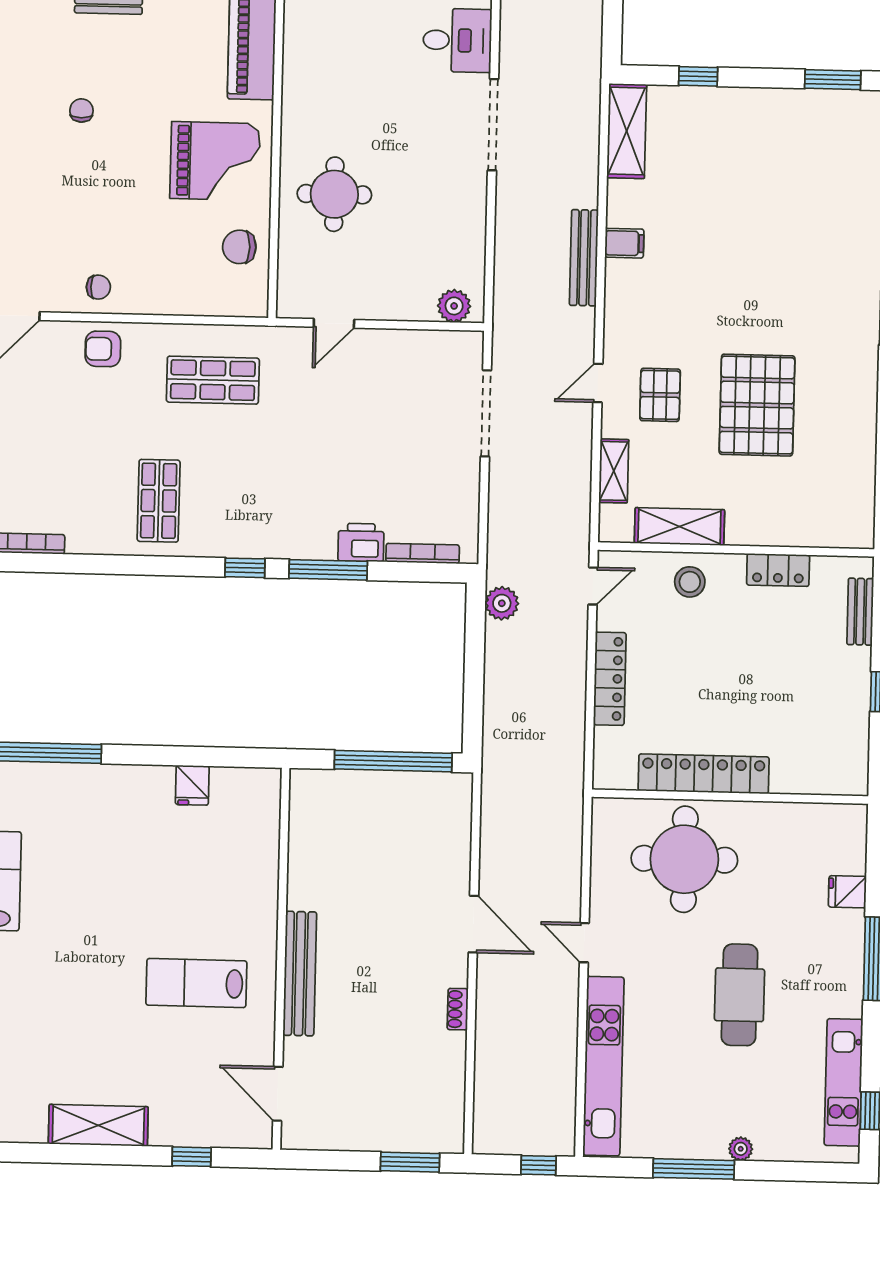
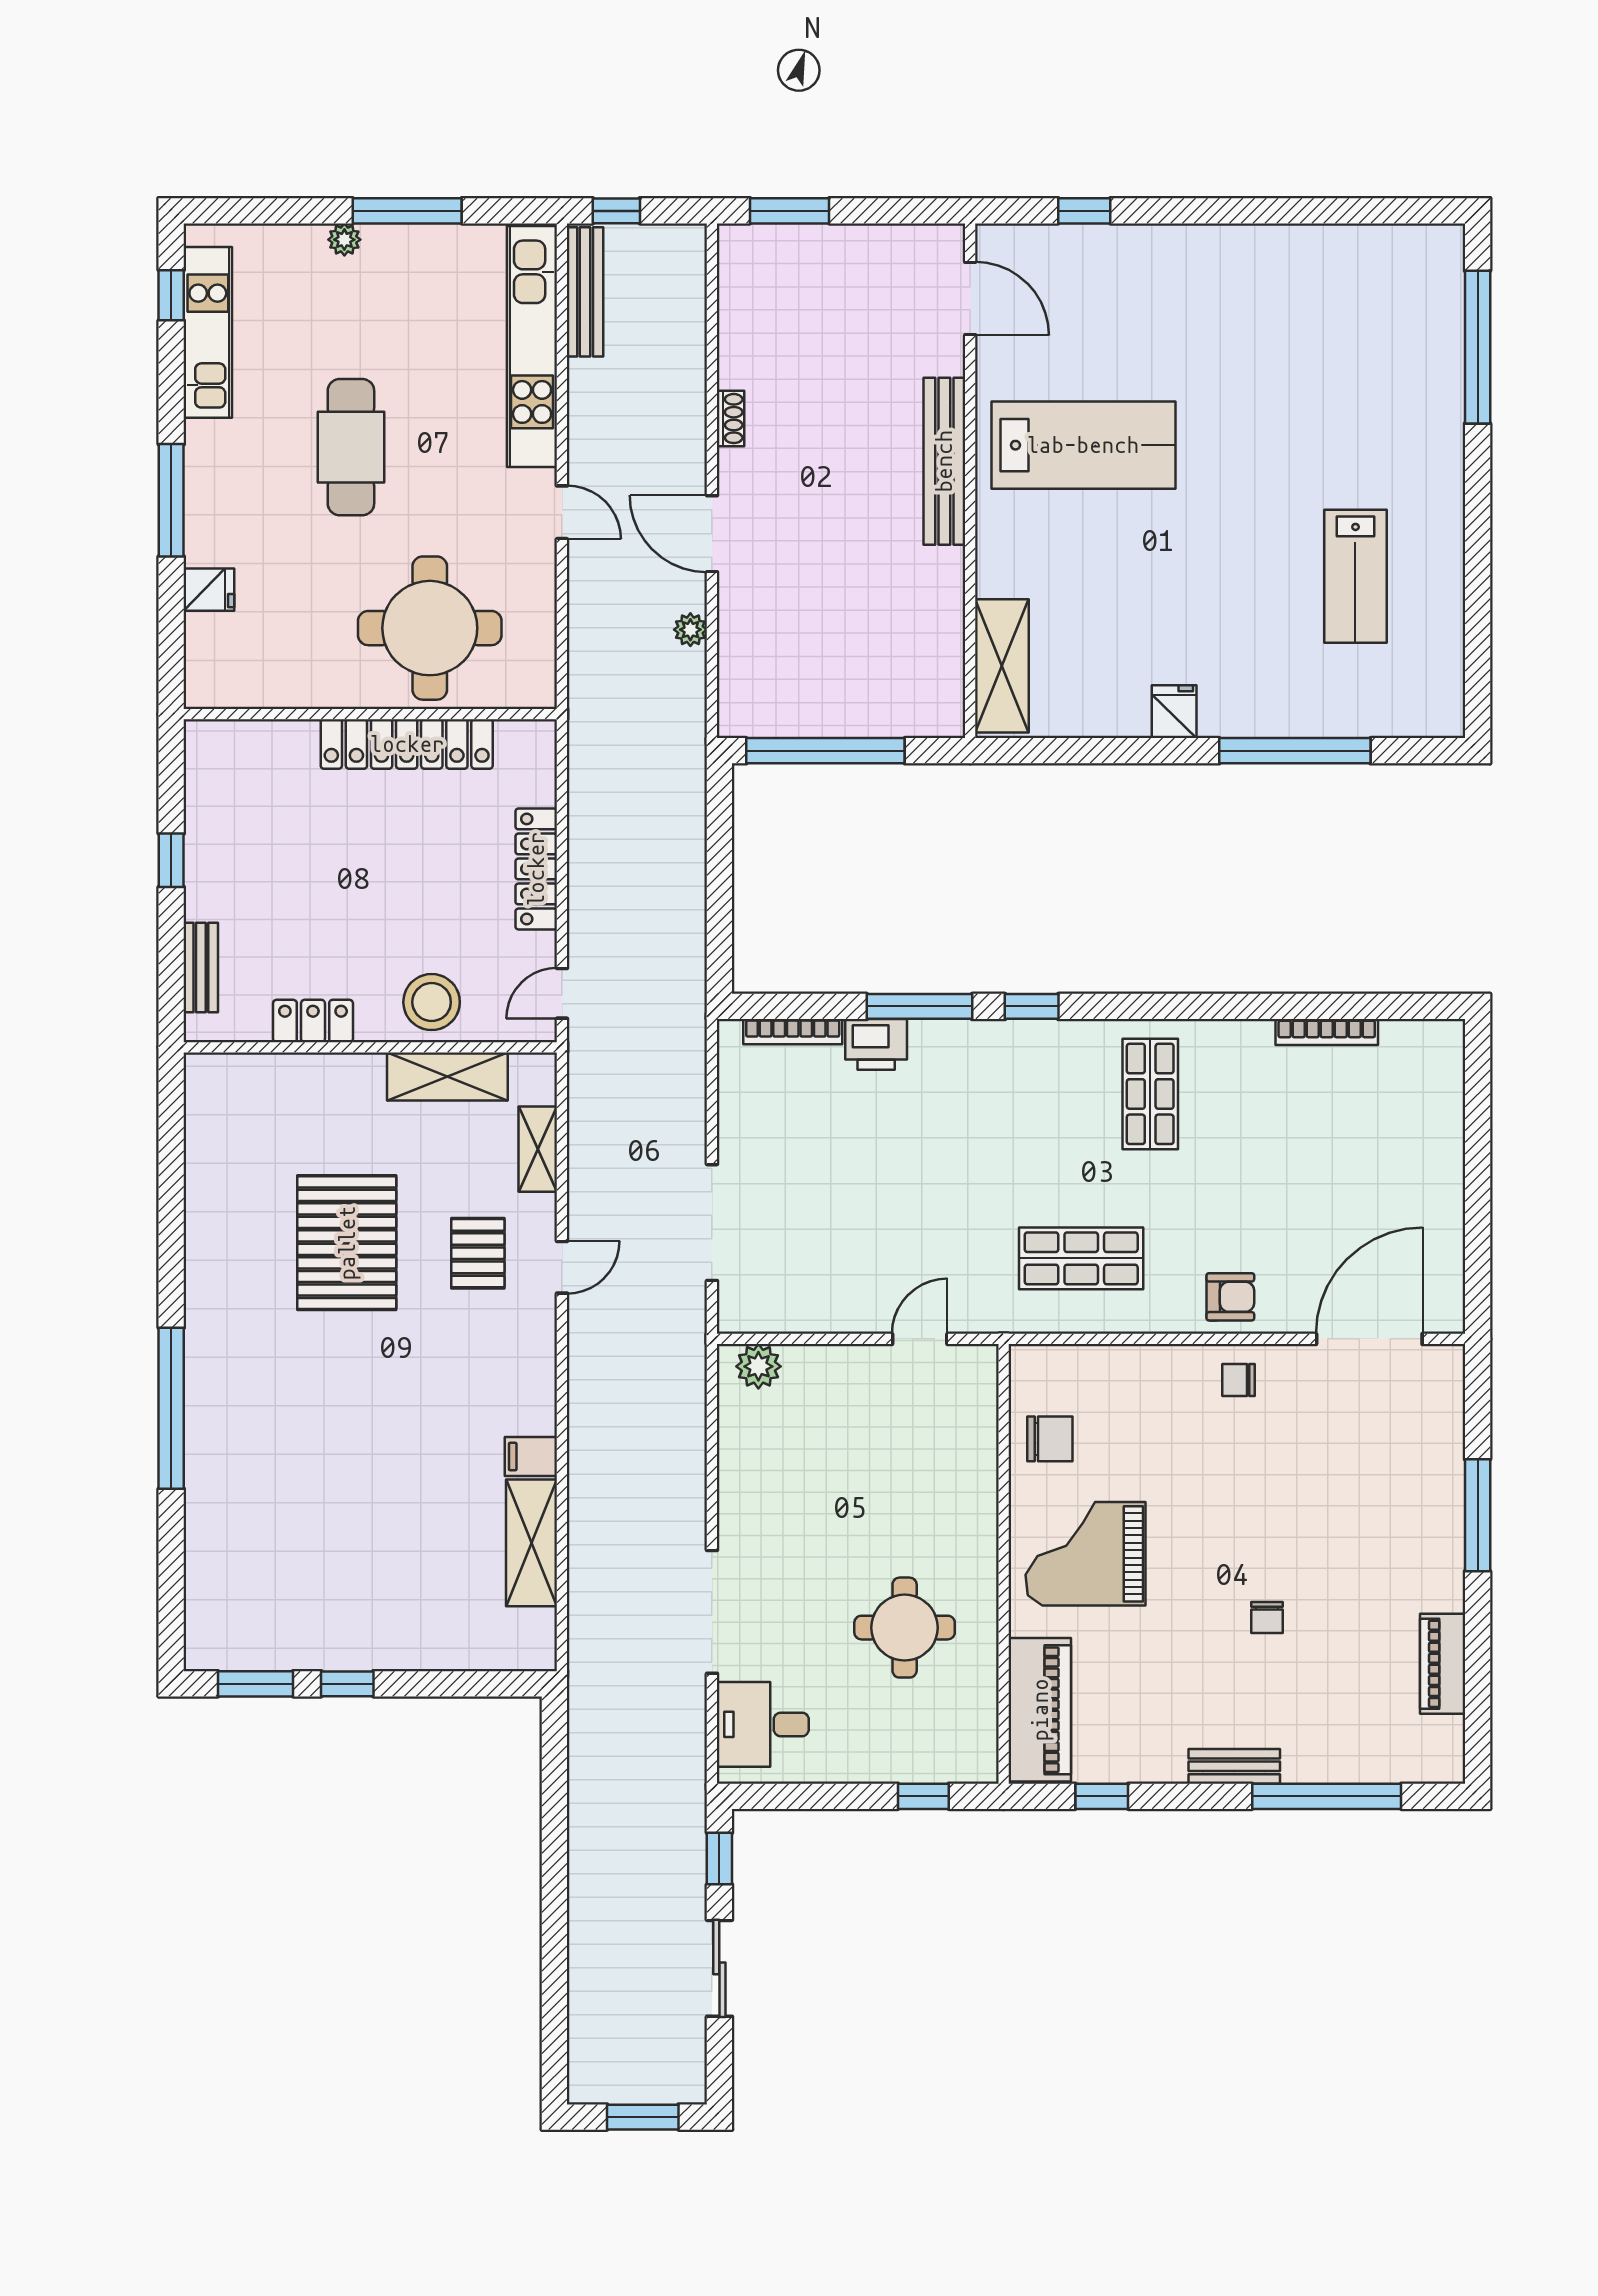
window: (698, 76) -> (347, 1684), moved
shelving: (627, 131) -> (532, 1543), moved
round table: (334, 194) -> (905, 1628), moved
bench: (584, 258) -> (585, 292), moved
stool: (690, 582) -> (432, 1002), width x1.38, depth x1.38
plant: (502, 603) -> (690, 630), moved, width x0.73, depth x0.73
fridge: (192, 785) -> (1174, 712), moved
lab bench: (196, 983) -> (1083, 445), width x1.36, depth x1.39
shelving: (98, 1125) -> (1002, 666), moved, turned 90

